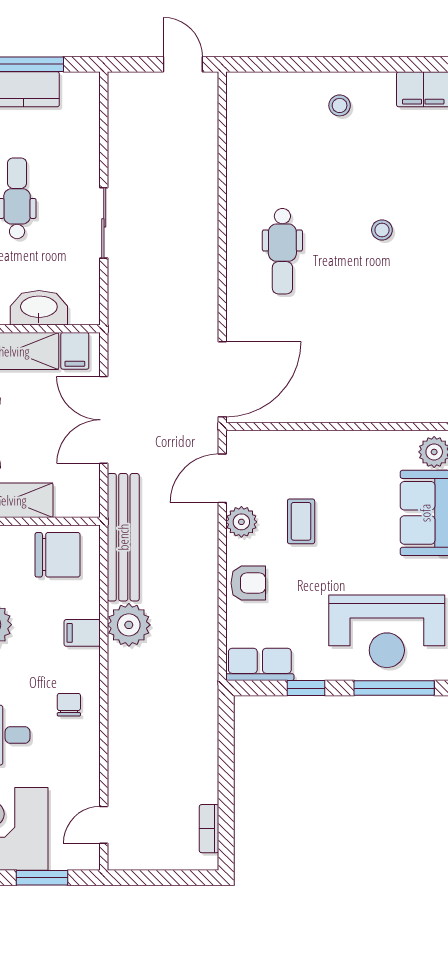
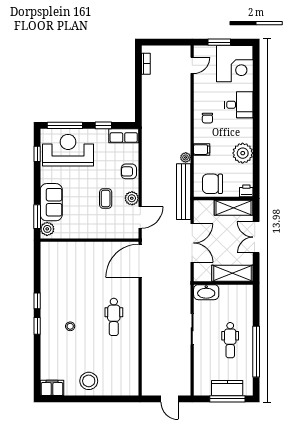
door: (183, 64) -> (170, 399), moved
stool: (340, 105) -> (89, 381), width x1.89, depth x1.89
dental chair: (282, 251) -> (114, 317), turned 180
washbasin: (39, 308) -> (206, 292), moved
filing cabinet: (75, 351) -> (205, 273), removed
plant: (129, 625) -> (186, 157), width x0.53, depth x0.53

